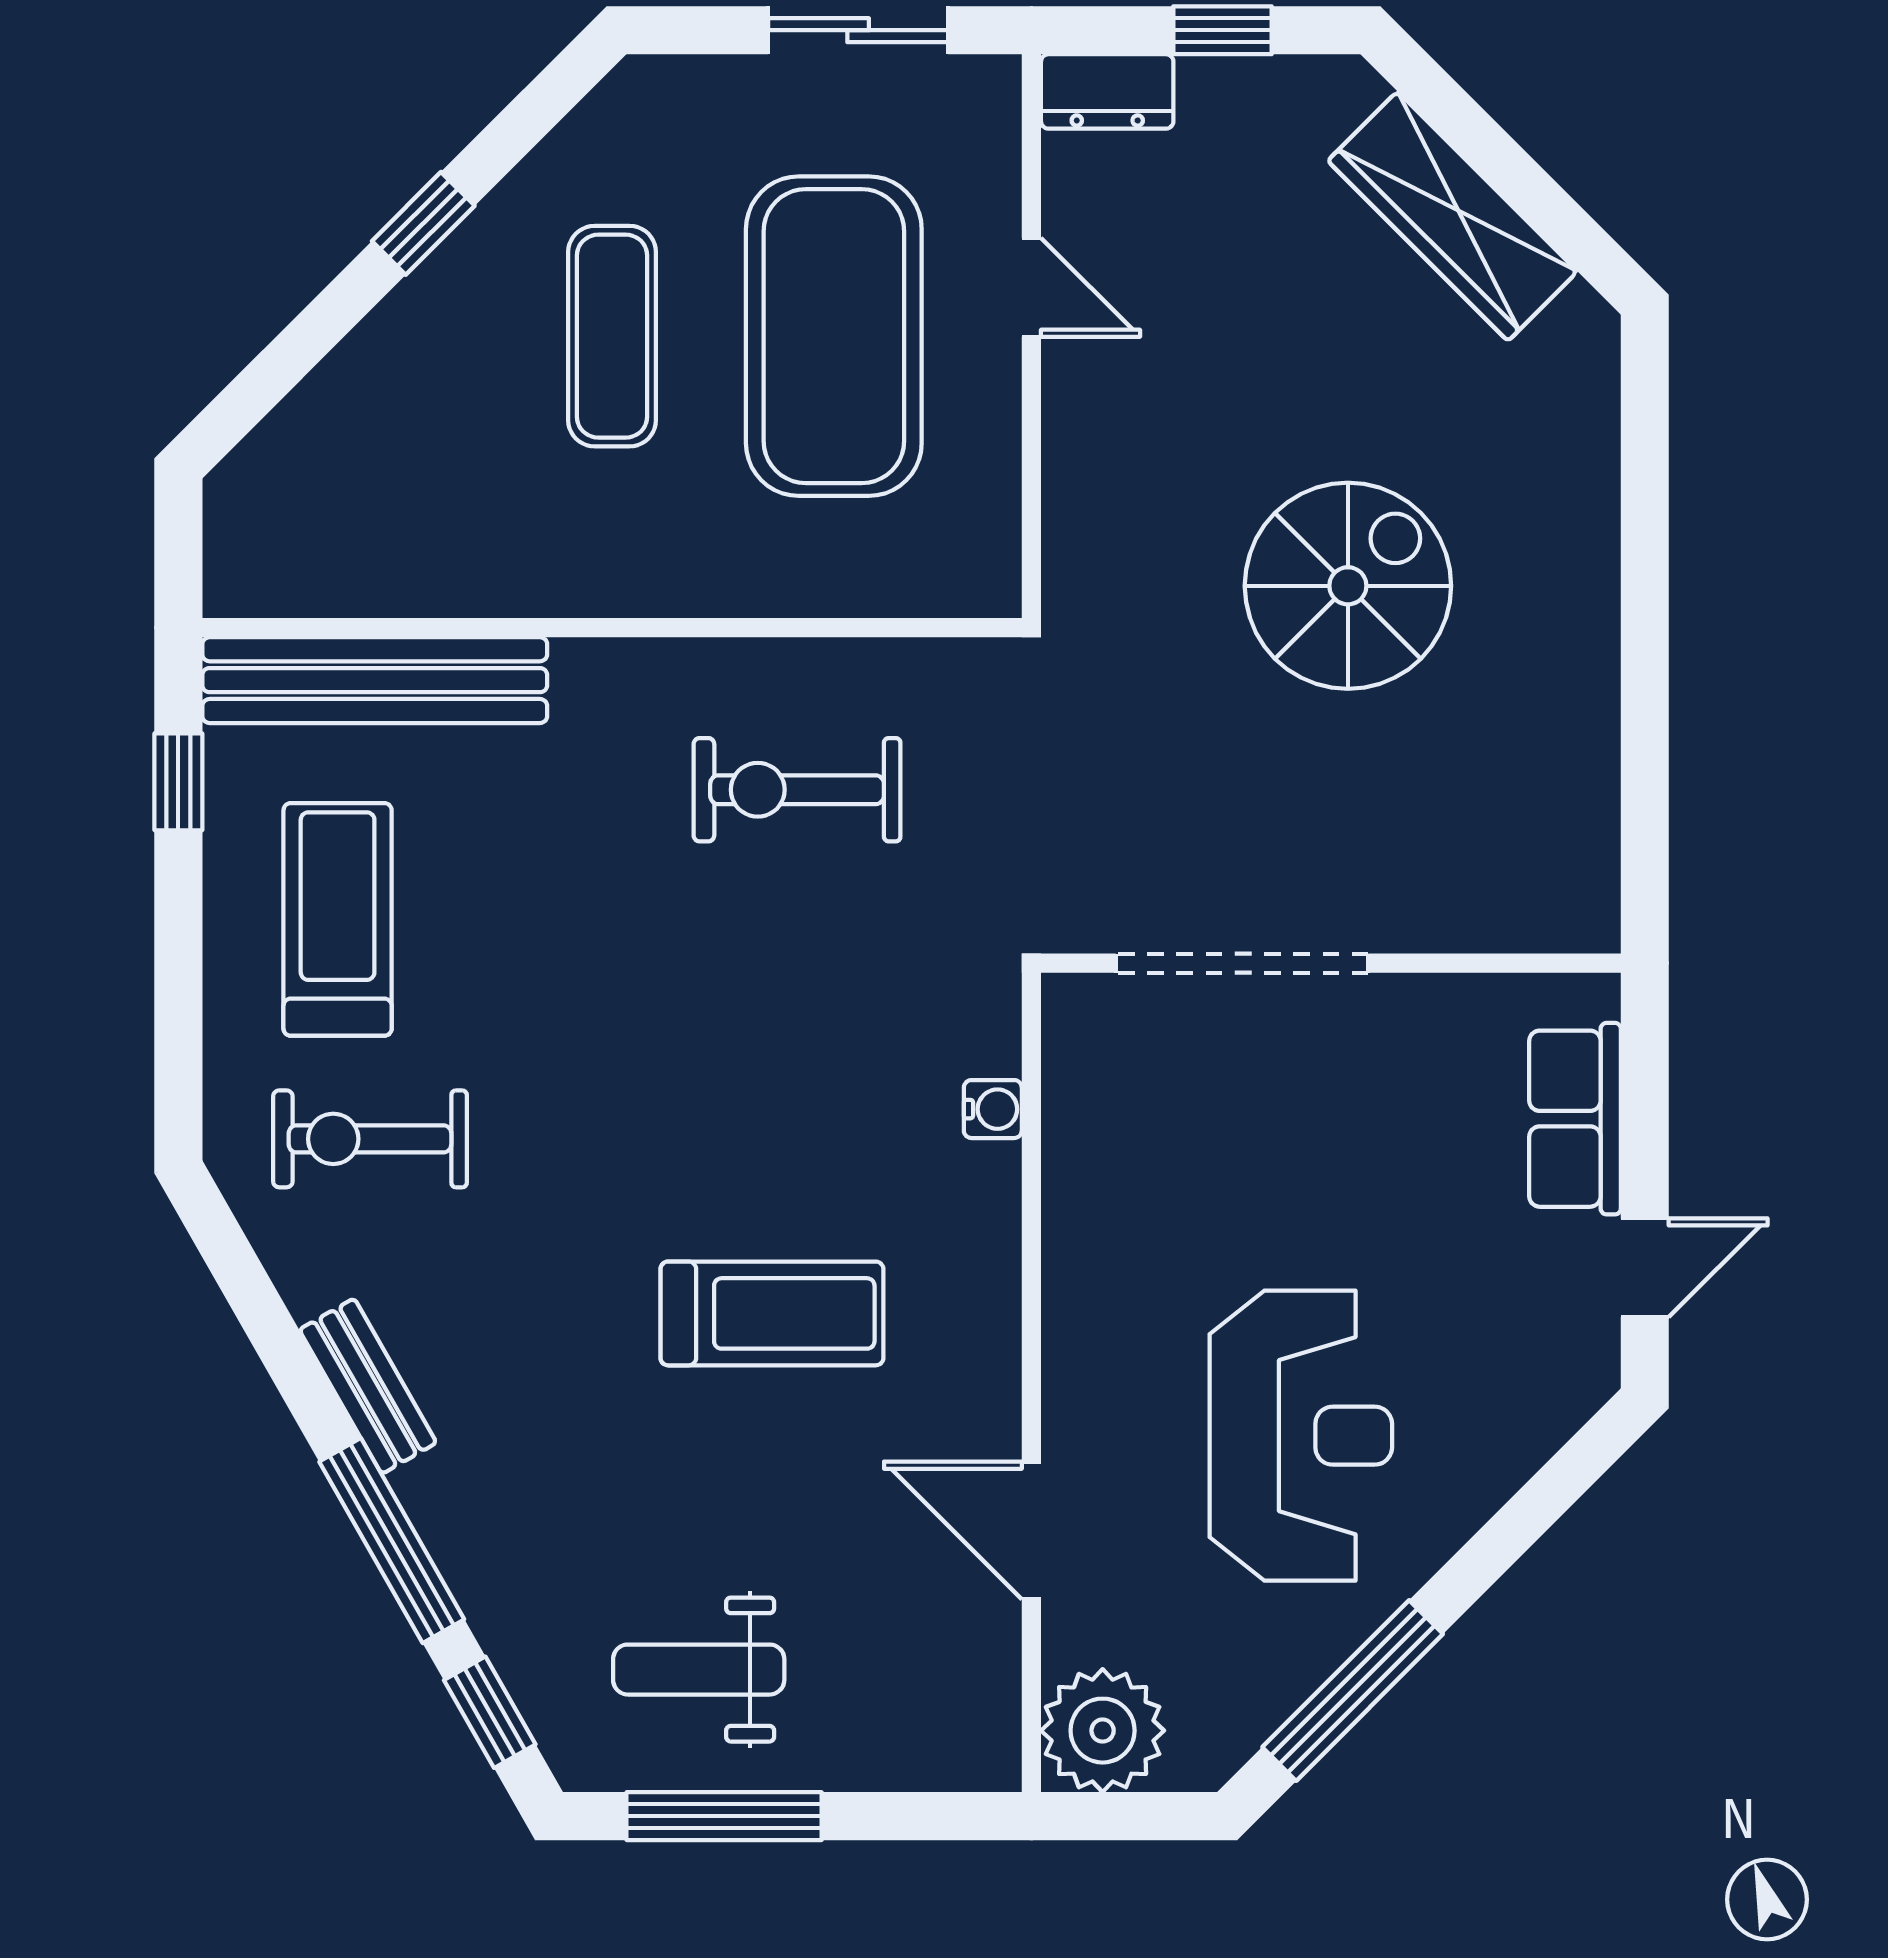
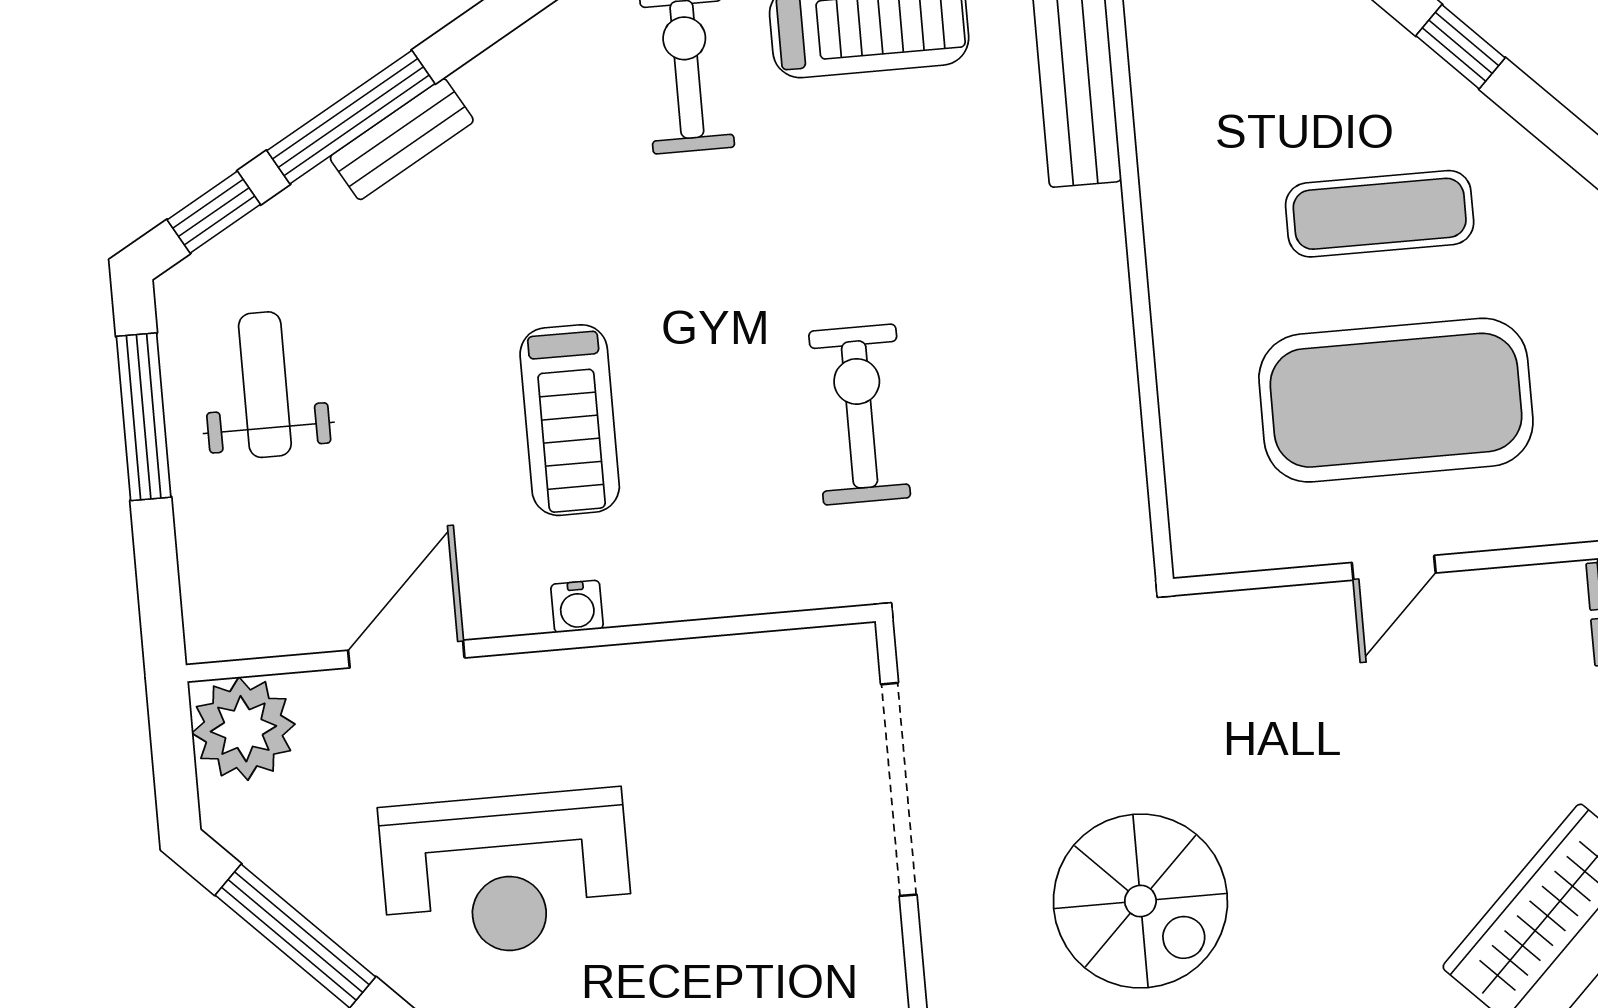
door: (1031, 287) -> (1394, 568), moved
spiral stairs: (1348, 586) -> (1140, 901), moved
exercise bike: (797, 790) -> (860, 414), moved
water cooler: (993, 1109) -> (577, 607), moved
bench: (368, 1386) -> (402, 139), moved

